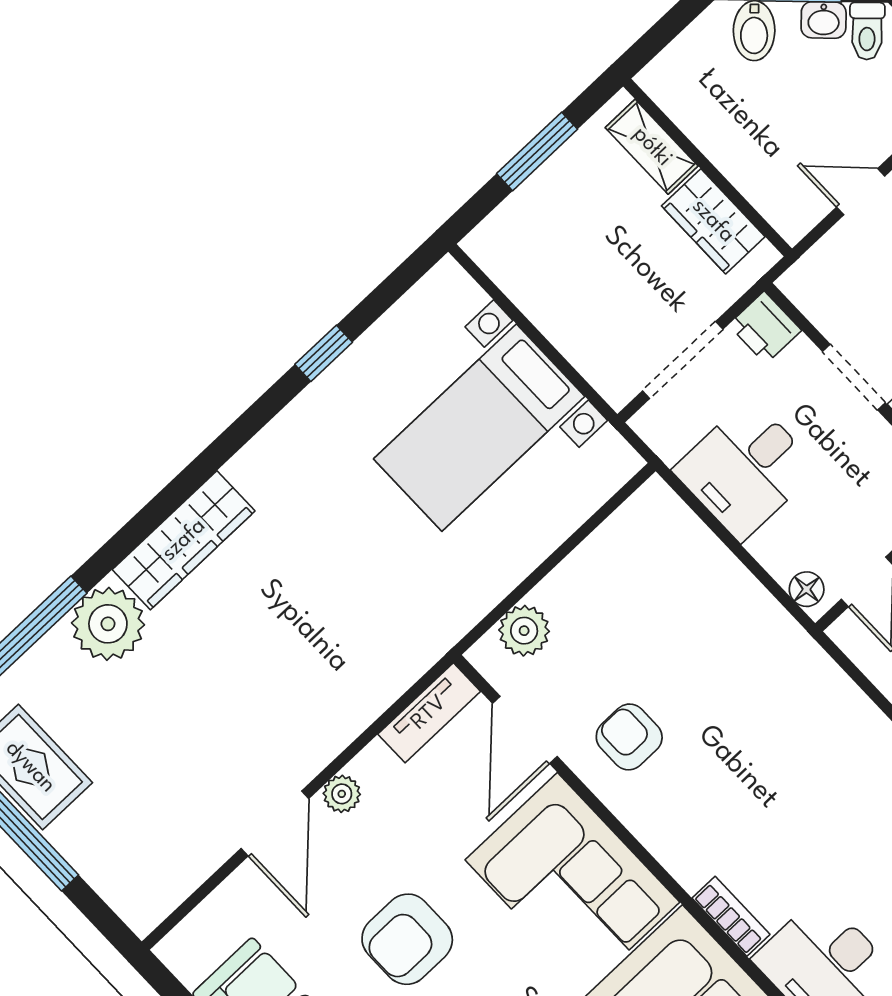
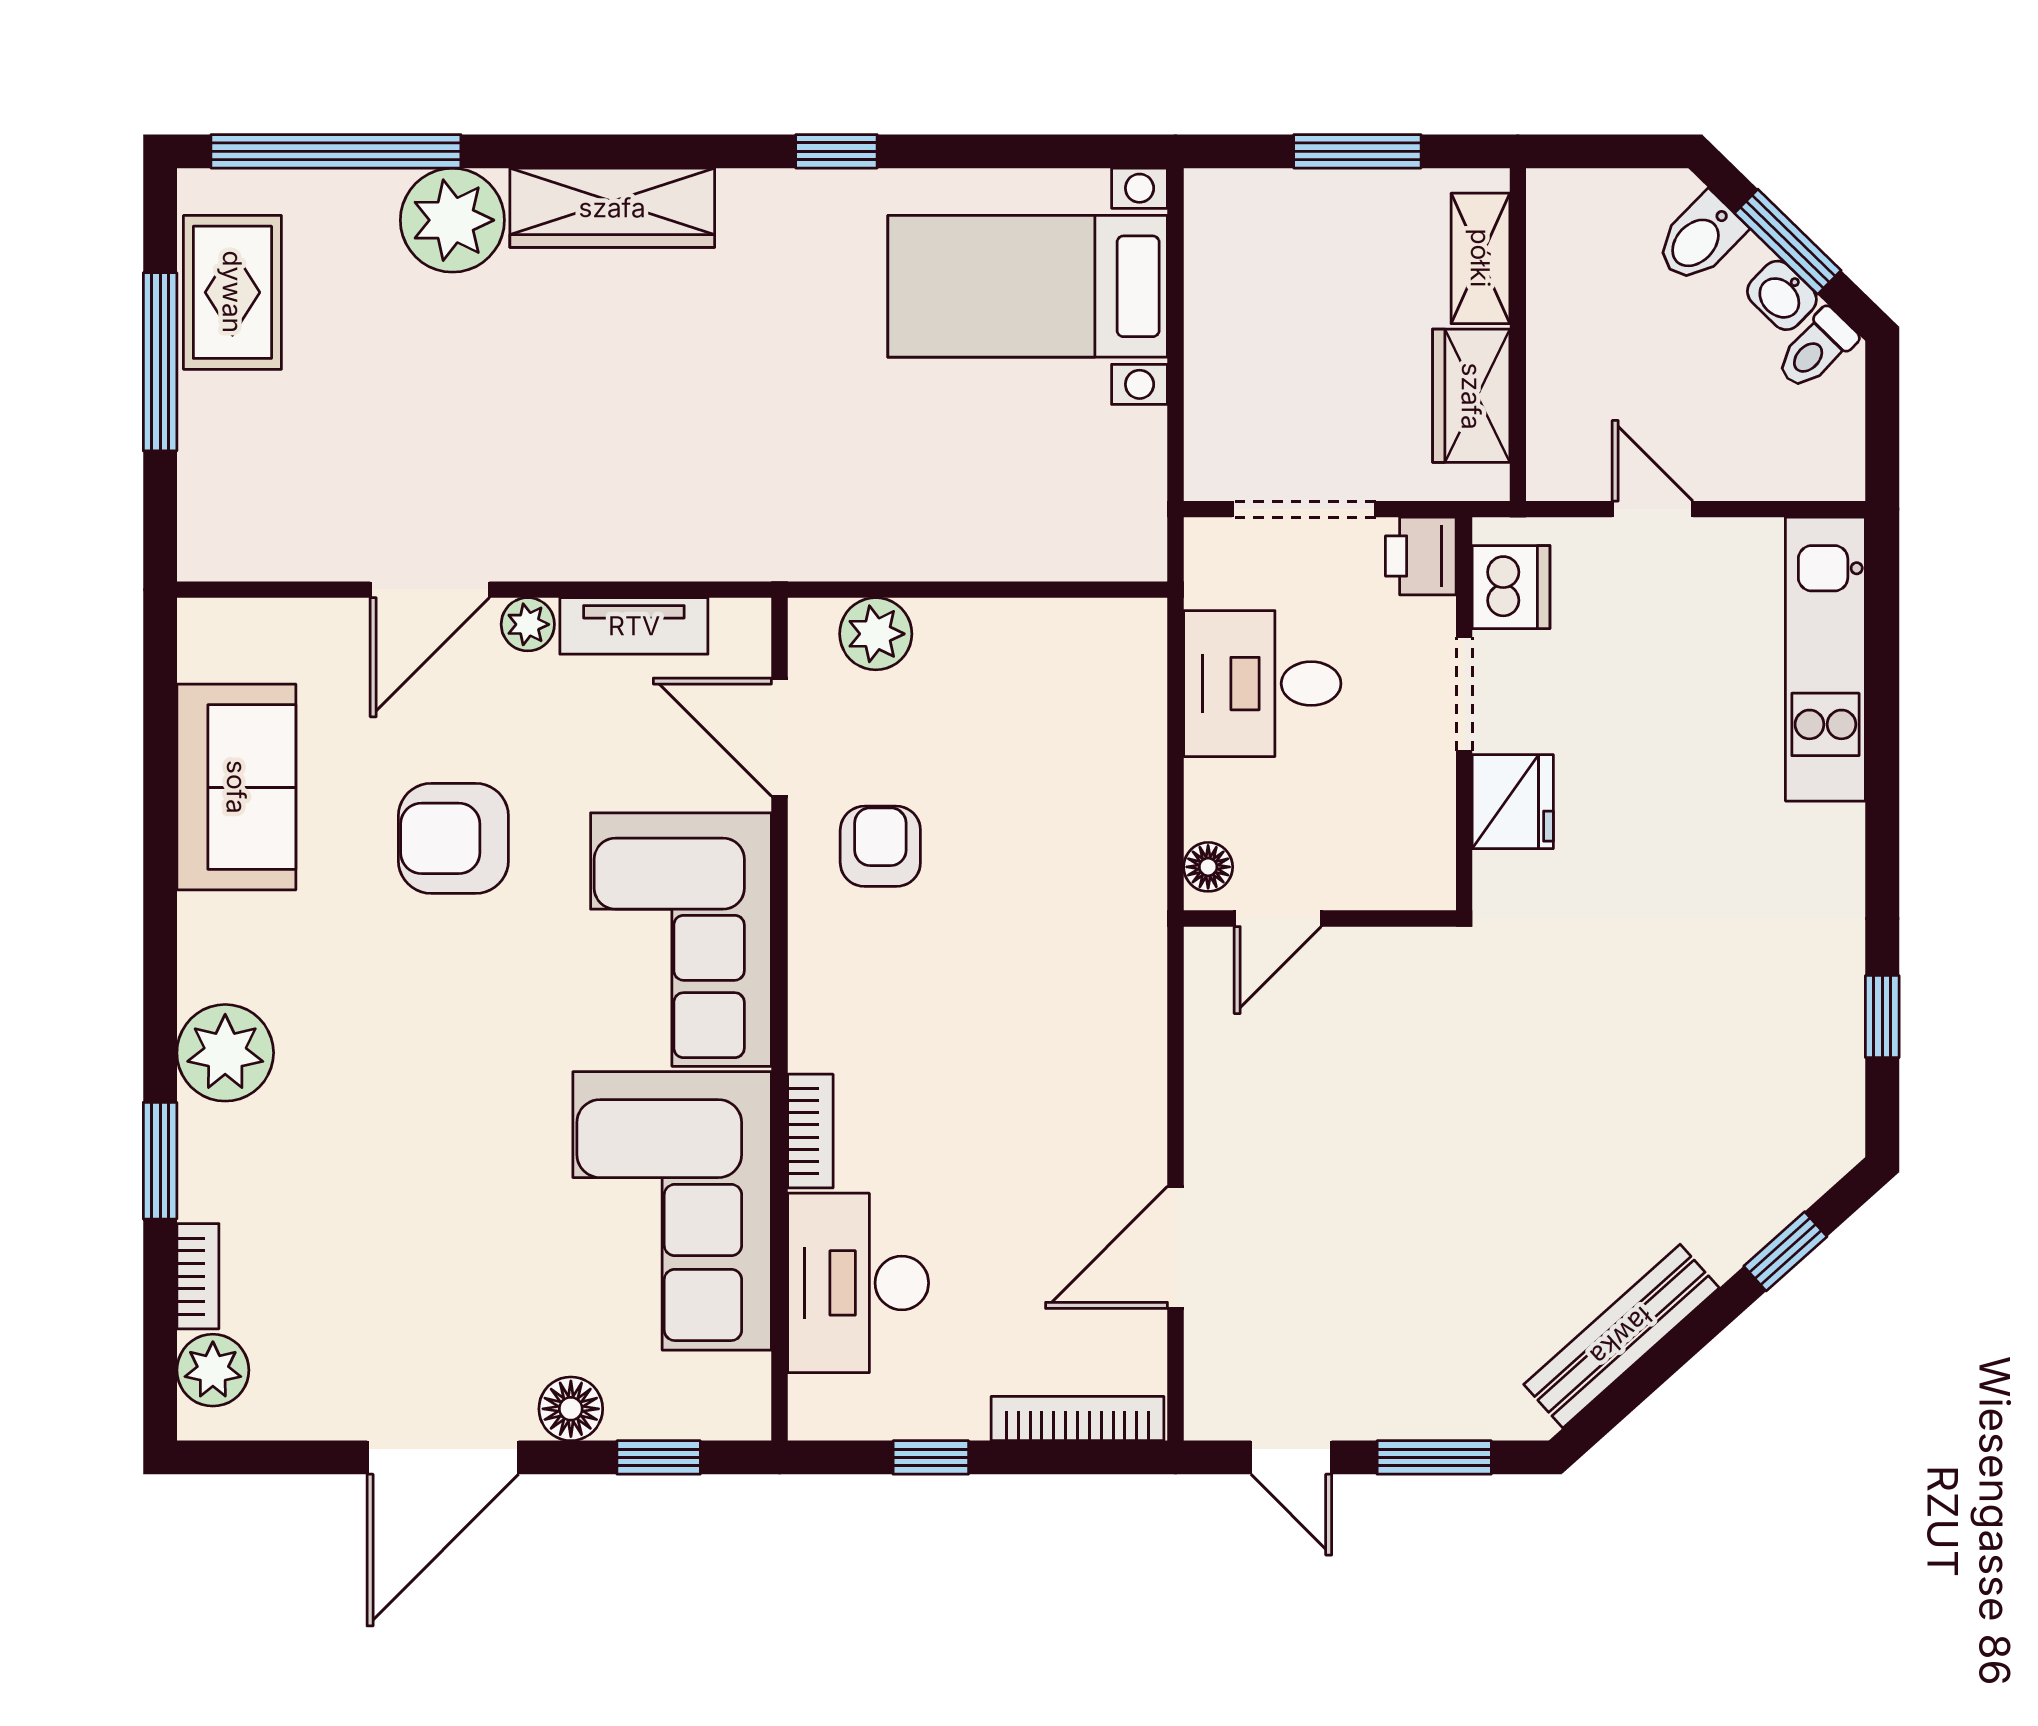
dishwasher: (826, 300) -> (1511, 587), added
window: (324, 353) -> (836, 151), moved
bed with nightstands: (479, 428) -> (1028, 286), moved
tv unit: (429, 713) -> (634, 626), moved
door: (525, 730) -> (780, 737), hinge flipped

